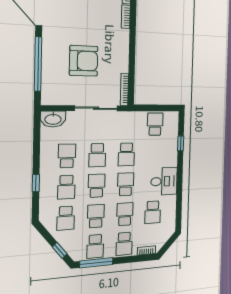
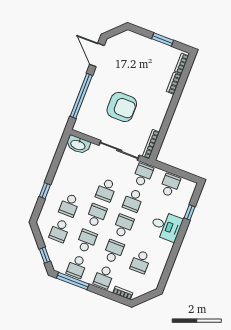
school desk: (67, 156) -> (143, 175), moved
desk: (164, 181) -> (166, 226), moved

